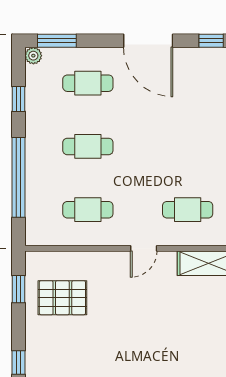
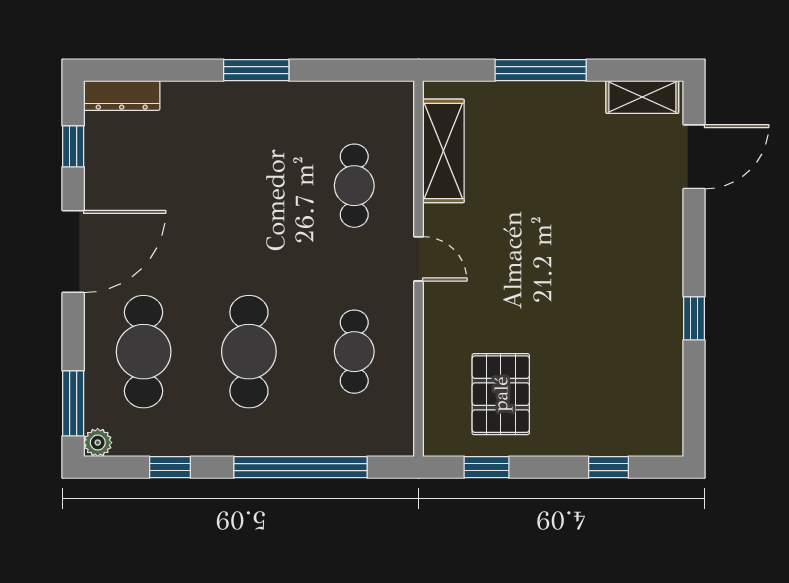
cafe table: (88, 83) -> (144, 352), width x1.37, depth x1.35
cafe table: (88, 146) -> (249, 352), width x1.37, depth x1.35

